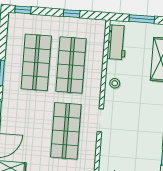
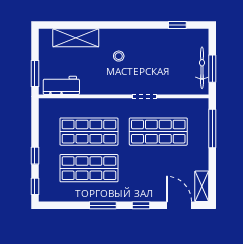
window: (72, 14) -> (35, 156), moved
window: (142, 19) -> (35, 74), moved
stool: (115, 83) -> (119, 56), moved

